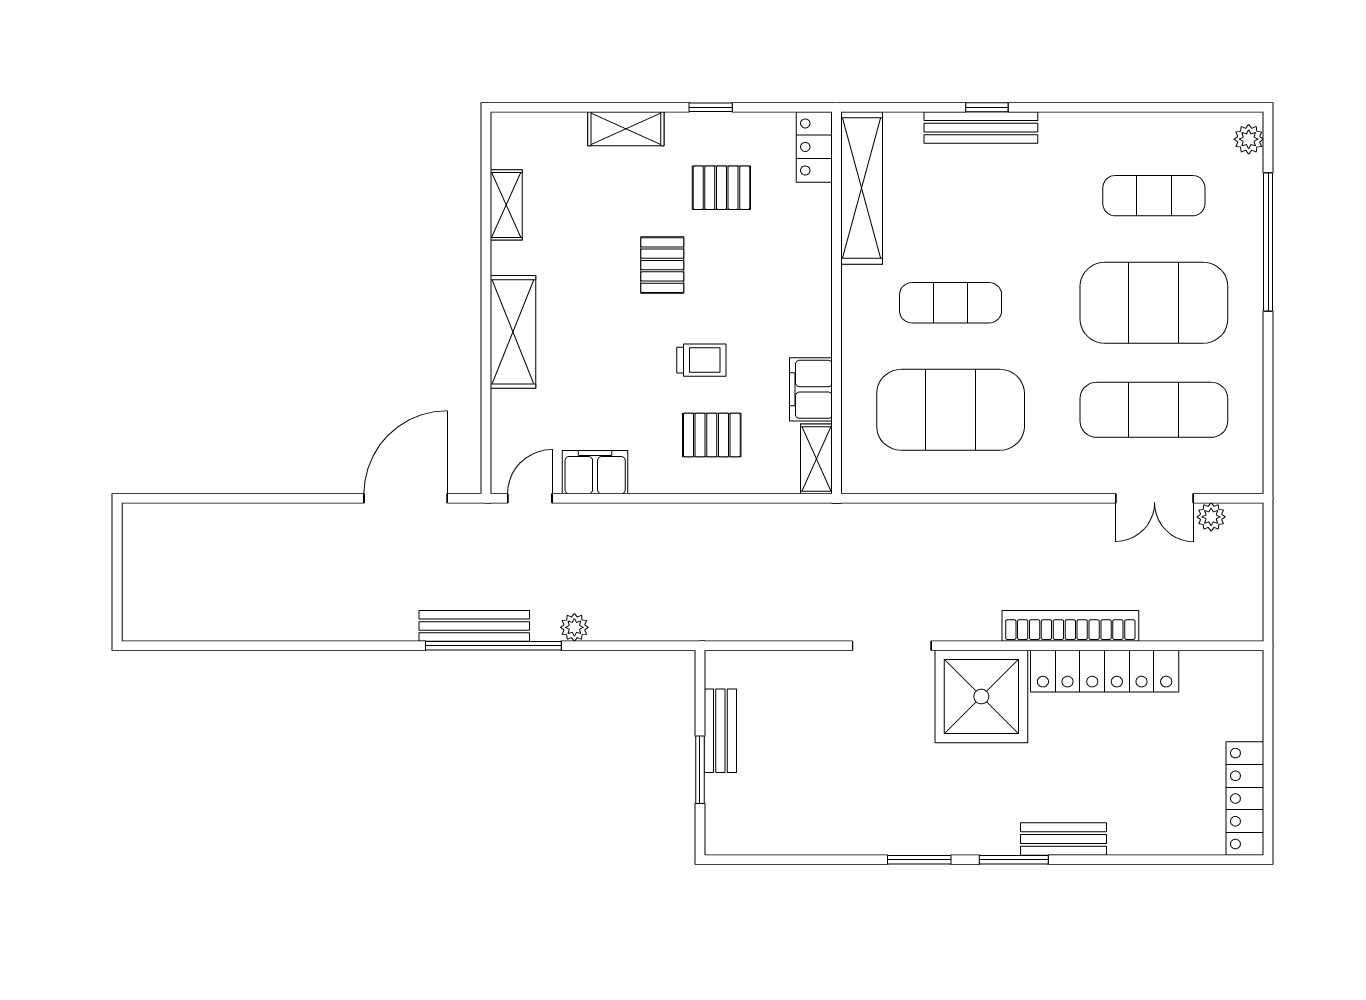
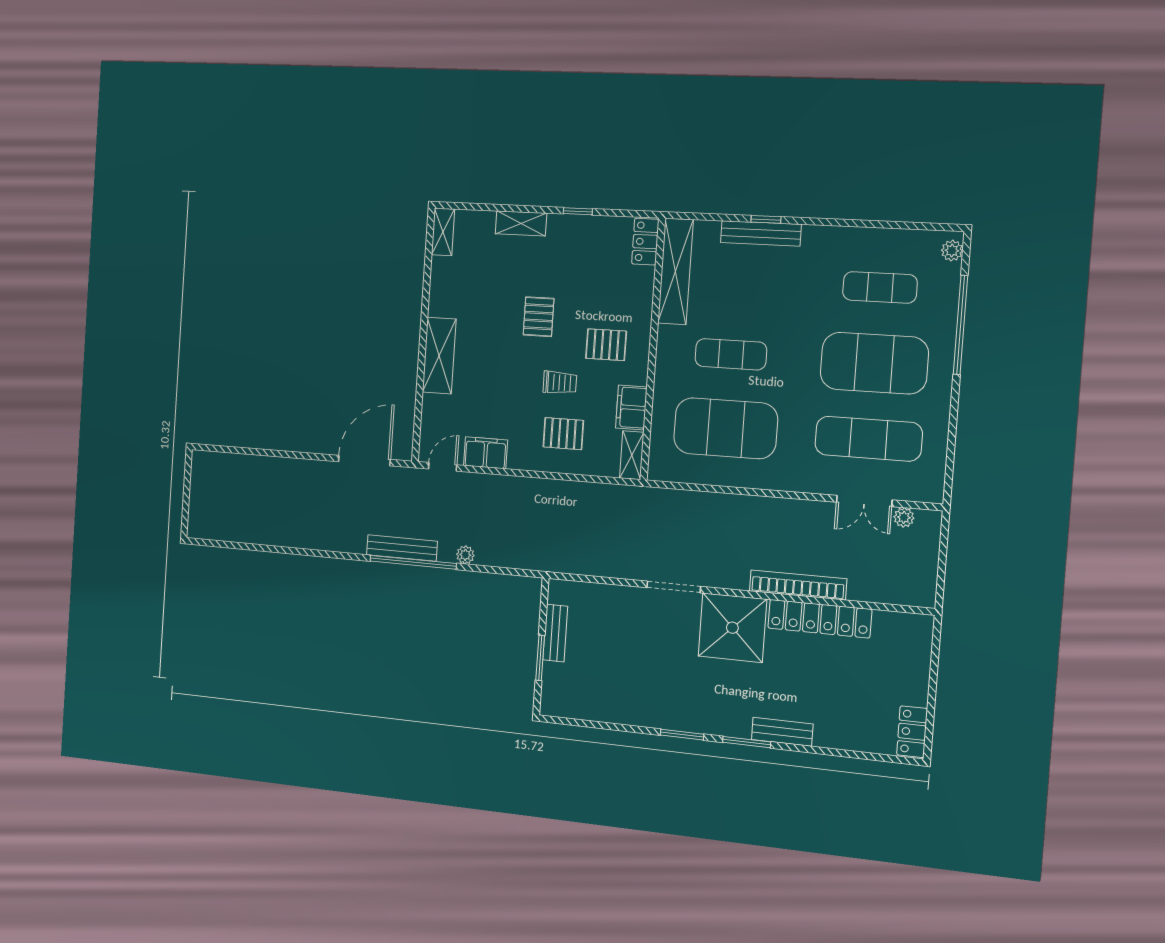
pallet: (721, 188) -> (606, 345), moved
shelving: (506, 205) -> (443, 232), moved
locker: (1245, 799) -> (912, 732), width x0.66

